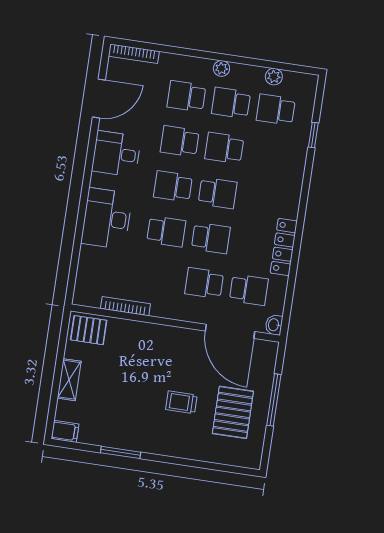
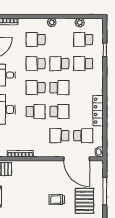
school desk: (231, 103) -> (83, 64), moved

